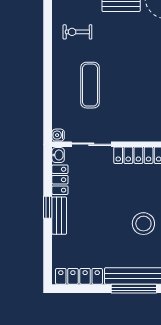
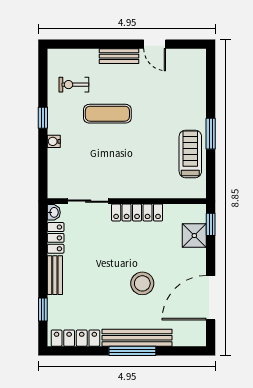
window: (48, 64) -> (43, 118), added
exercise mat: (90, 85) -> (107, 114), moved, turned 90
water cooler: (58, 135) -> (54, 141), moved
window: (48, 207) -> (43, 310), moved

